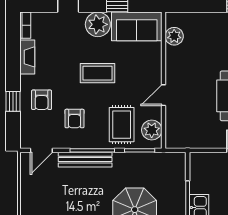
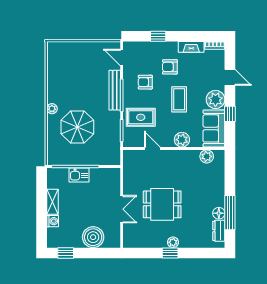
door: (163, 95) -> (152, 148), moved
armchair: (42, 100) -> (170, 67), moved
plant: (152, 130) -> (182, 140), moved

